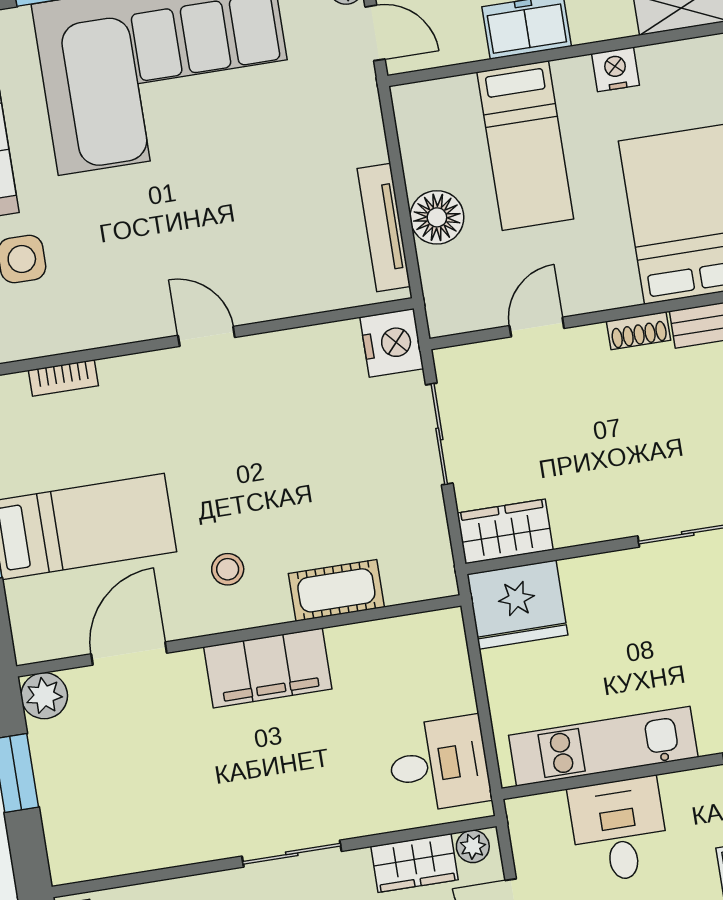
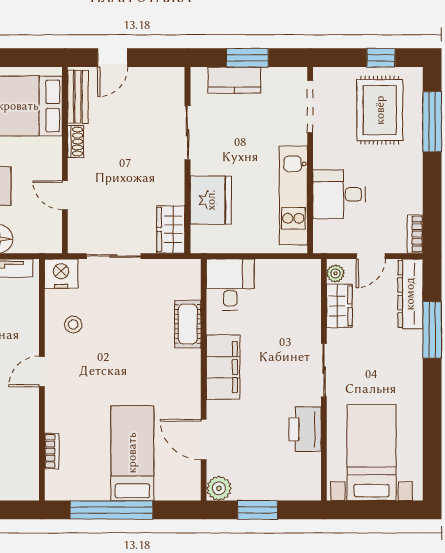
stool: (228, 569) -> (73, 324), moved
fridge: (517, 605) -> (211, 200), moved
desk: (439, 764) -> (230, 285), moved
printer: (178, 836) -> (305, 429), added

